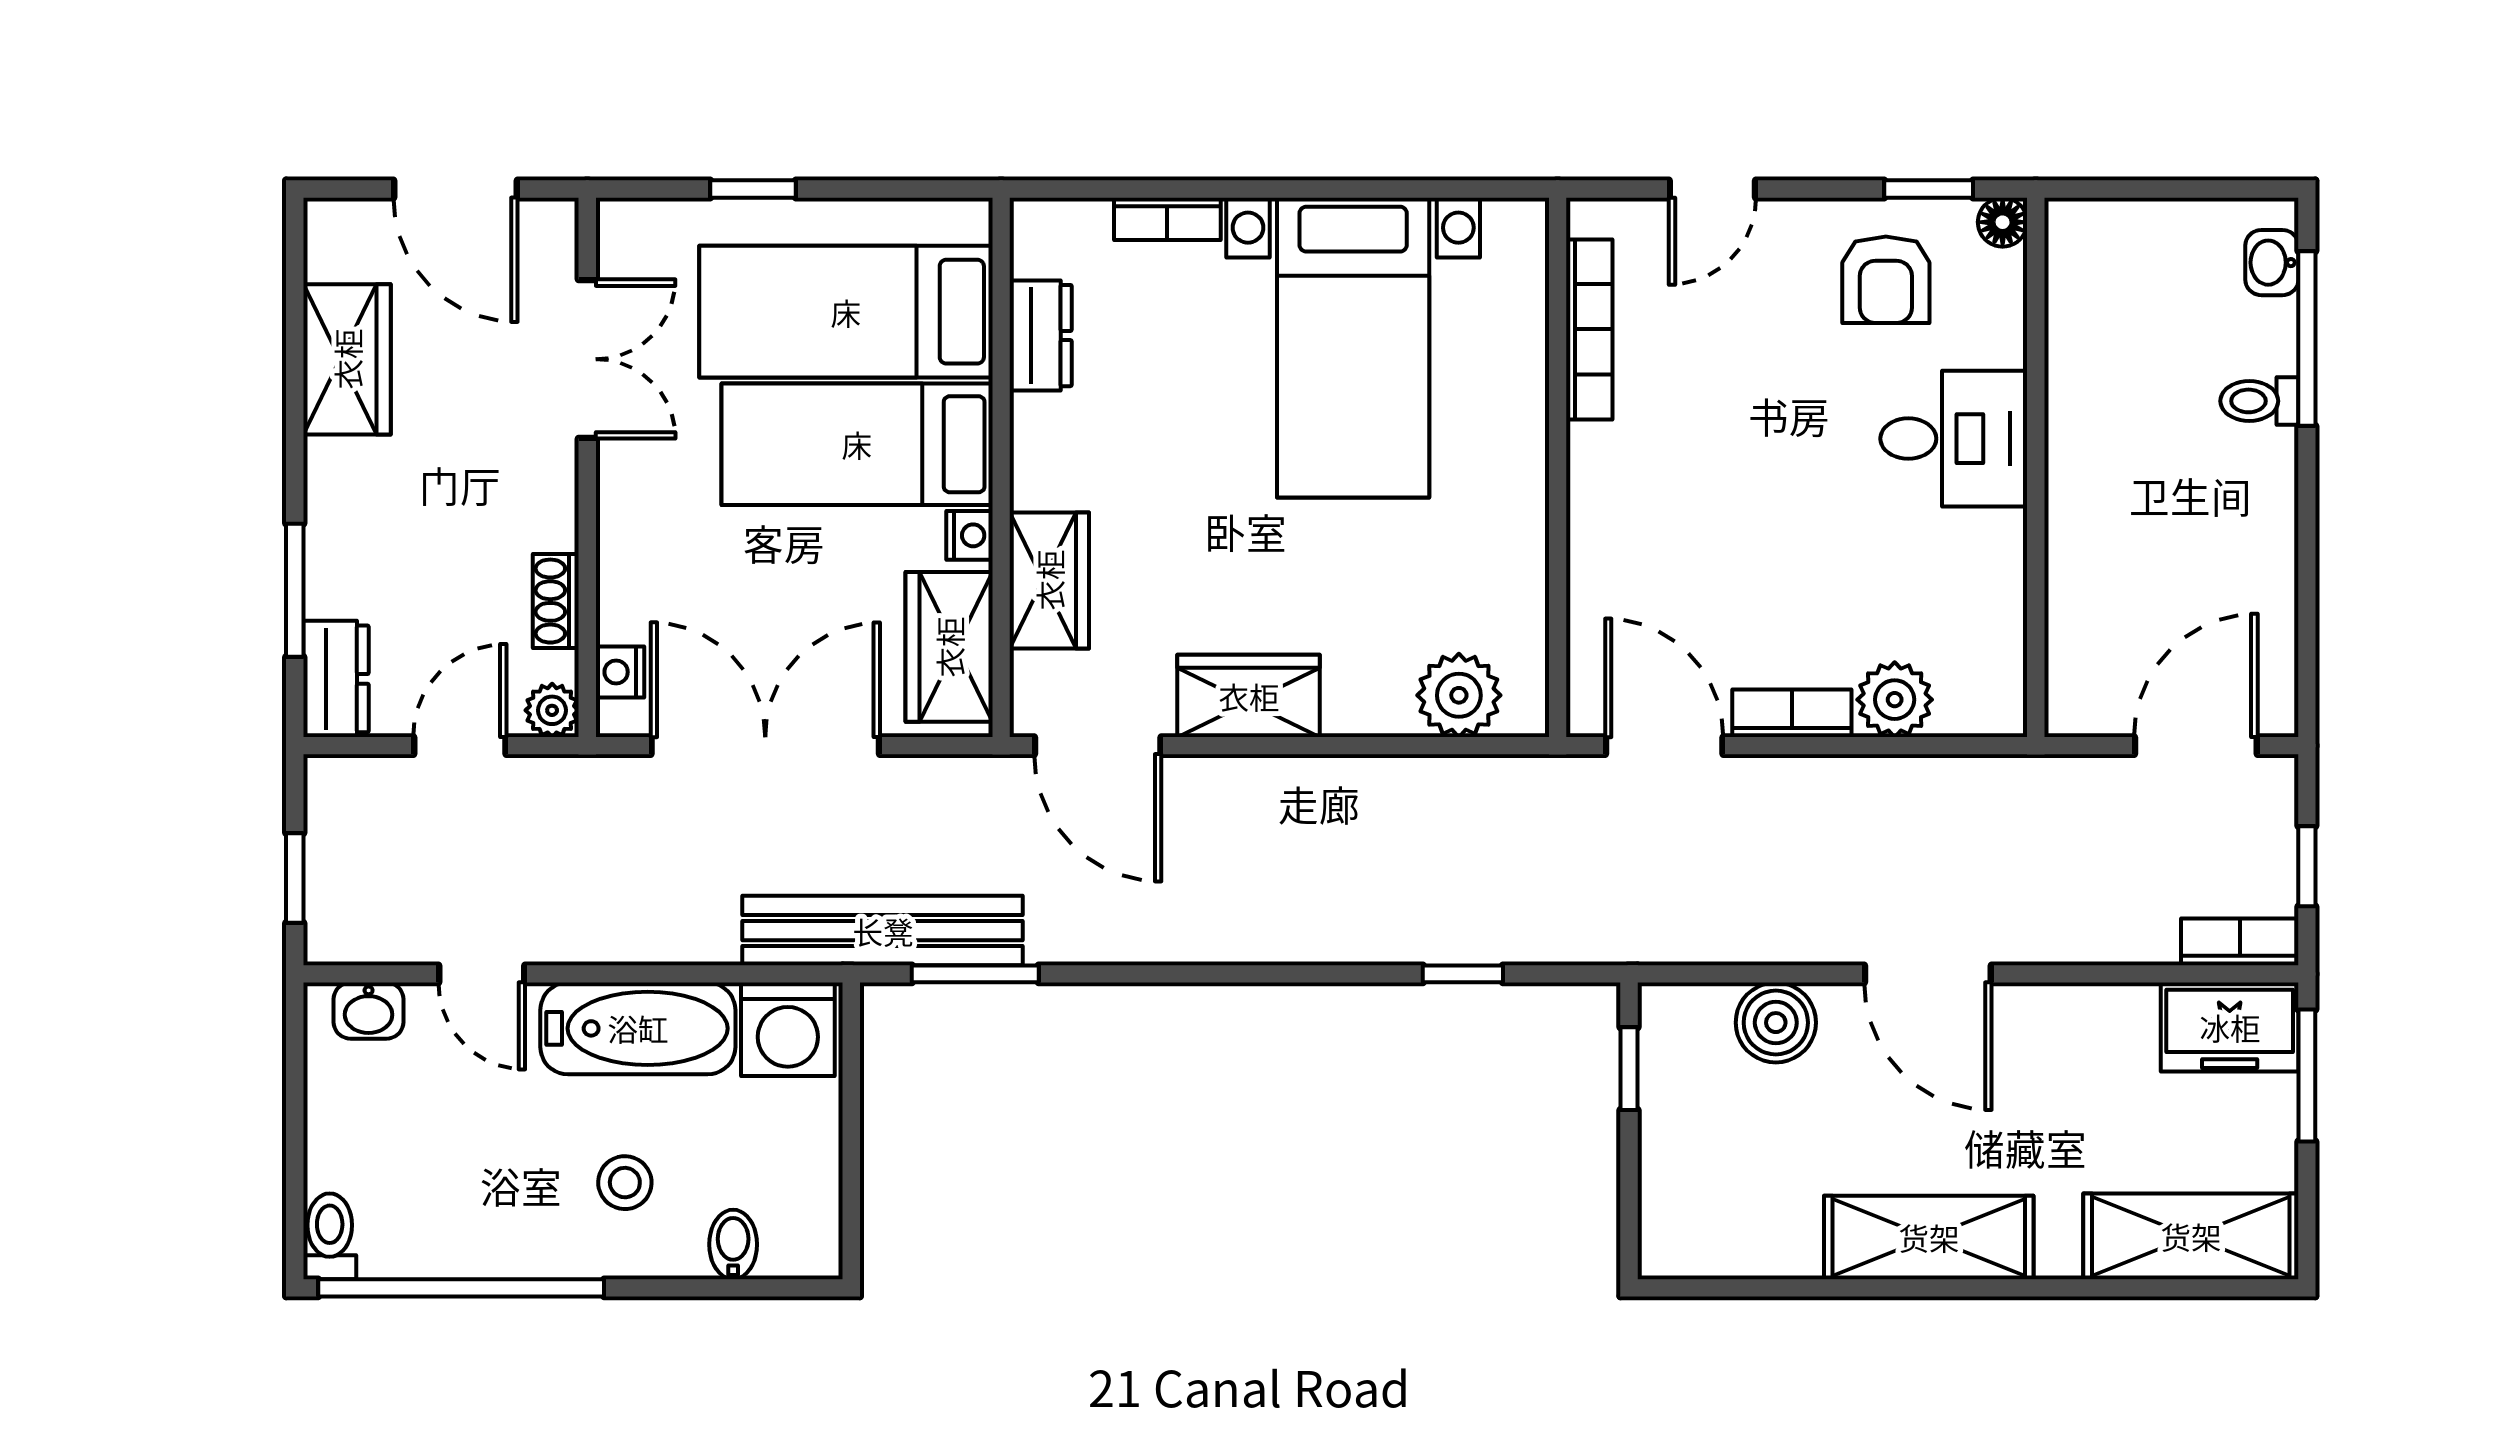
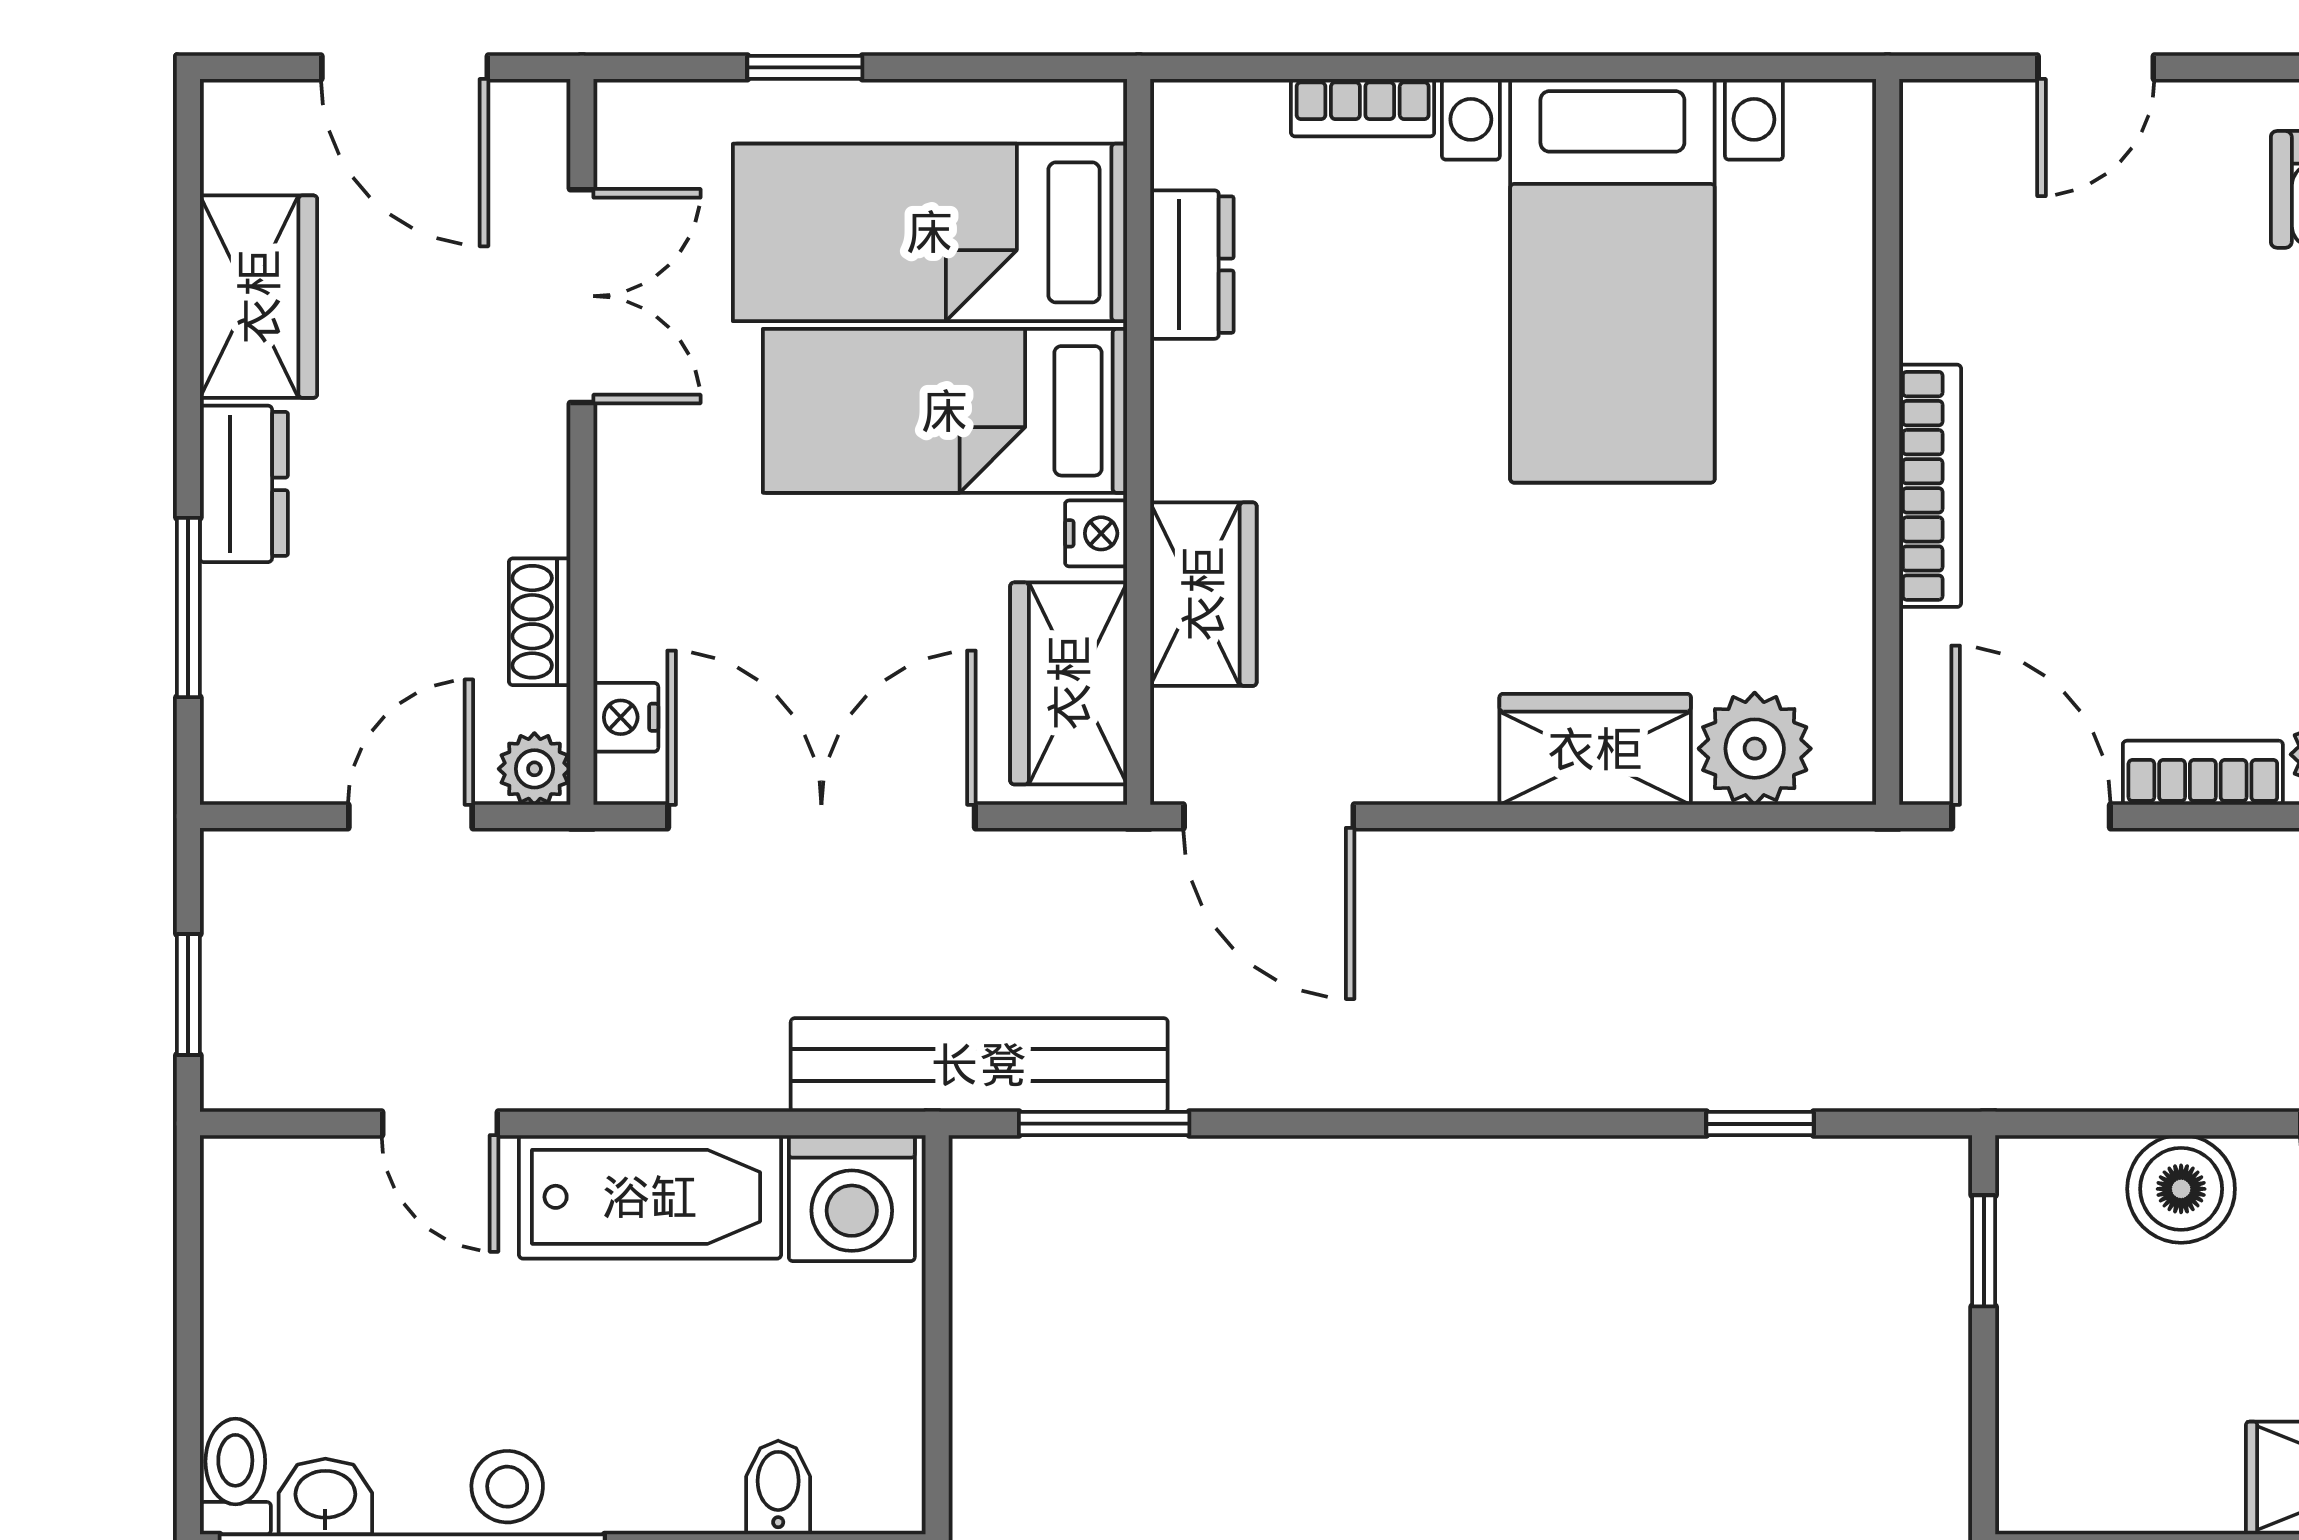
bookcase: (1589, 329) -> (1930, 486), moved
dresser: (336, 679) -> (244, 484), moved
wardrobe: (1249, 696) -> (1595, 749), moved
washbasin: (369, 1011) -> (325, 1497), moved, turned 180
stool: (625, 1183) -> (507, 1487), moved

